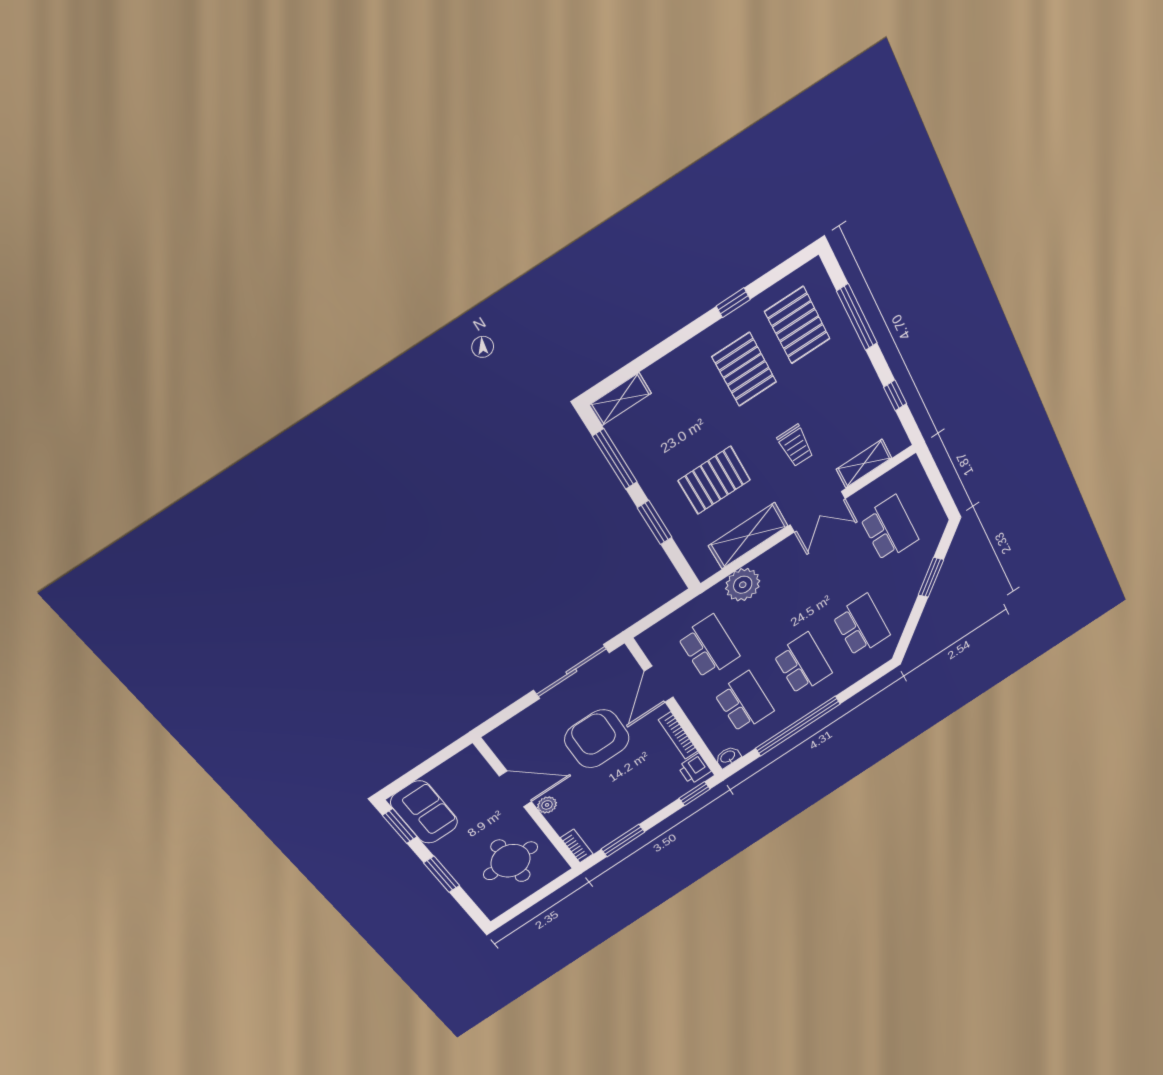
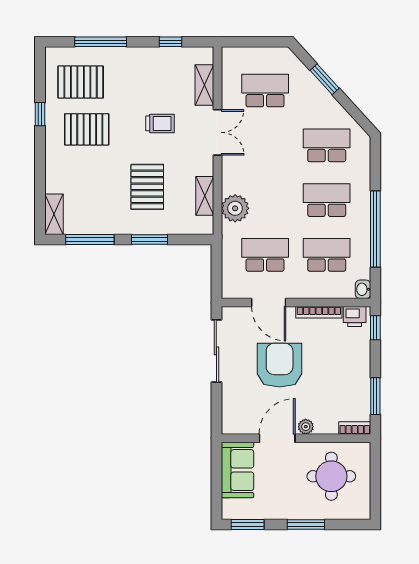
shelving: (748, 536) -> (205, 196), width x0.67, depth x0.75
armchair: (597, 739) -> (280, 365), turned 90
sofa: (424, 812) -> (237, 470), moved, turned 90

